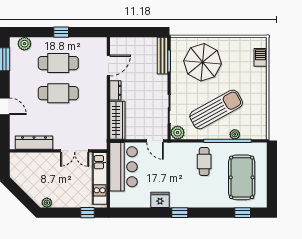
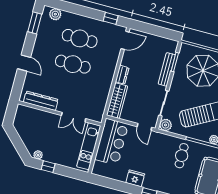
window: (61, 32) -> (111, 18), moved
bench: (163, 56) -> (167, 69), moved
door: (108, 65) -> (125, 40), moved
window: (87, 213) -> (48, 167), moved

